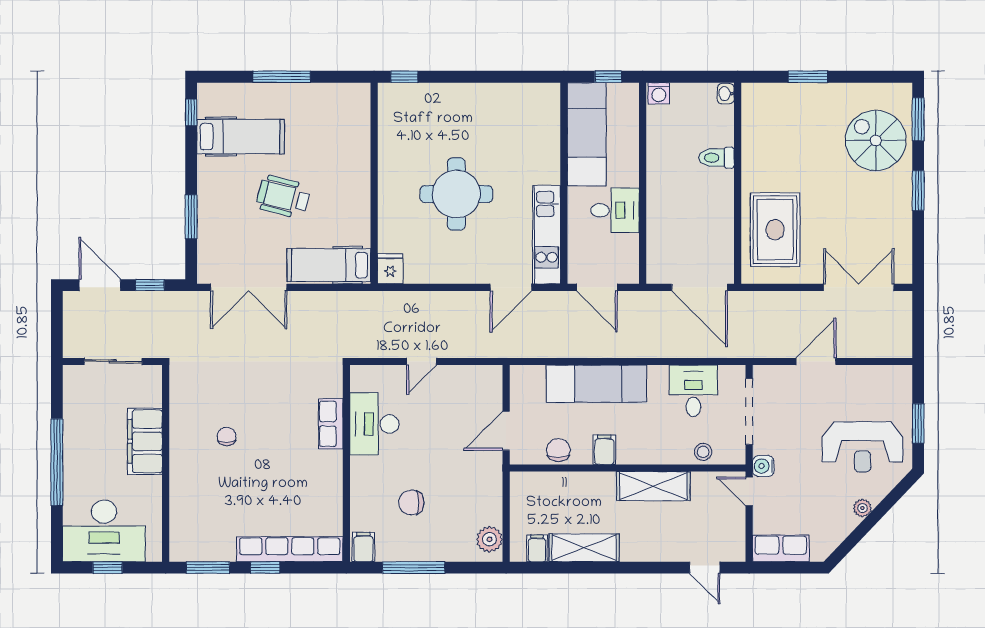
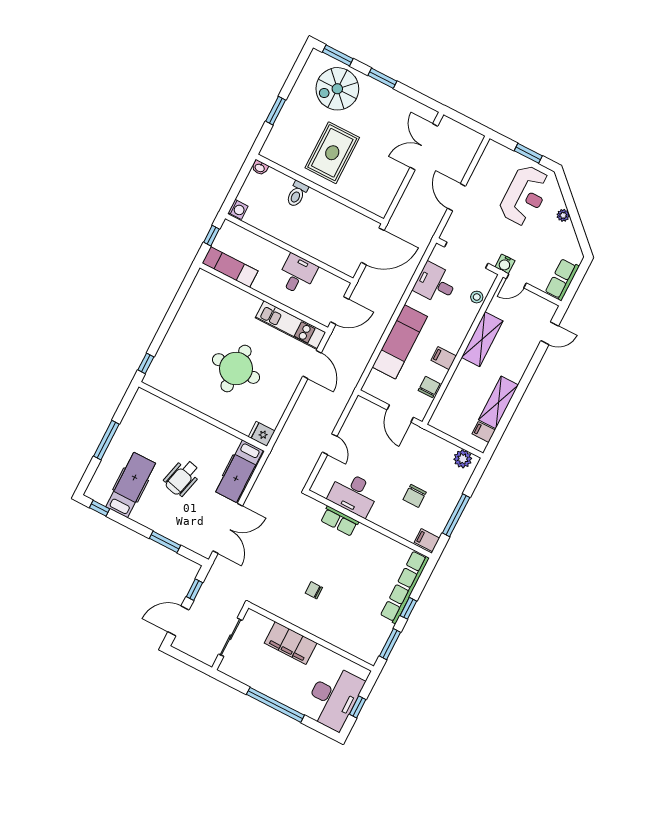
exam couch: (587, 134) -> (230, 267), width x0.73, depth x0.69
rug: (775, 230) -> (332, 153), moved, turned 90
chair: (558, 450) -> (429, 387), turned 90

